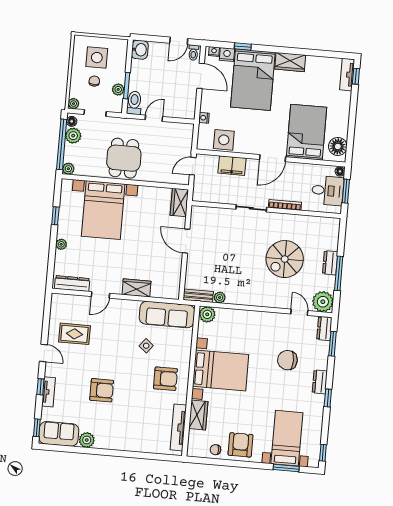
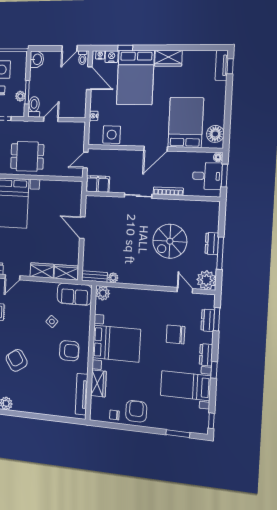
dining table: (124, 158) -> (27, 156), turned 90
filing cabinet: (232, 166) -> (98, 184), moved, turned 180
wardrobe: (179, 202) -> (66, 272), moved, turned 90
sofa: (167, 315) -> (75, 294), width x0.73
dresser: (324, 328) -> (208, 320), moved
armchair: (102, 390) -> (17, 360), turned -124
bed with nightstands: (287, 438) -> (186, 386), moved, turned -90

